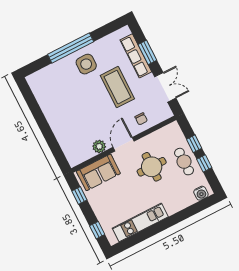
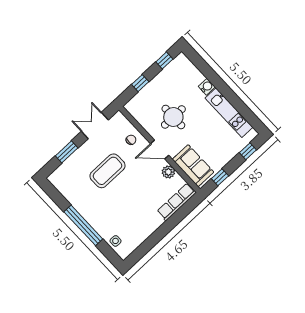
row of seats: (136, 56) -> (177, 202), moved, turned 180
side table: (86, 64) -> (116, 241), moved, width x0.54, depth x0.54
cafe table: (184, 162) -> (160, 88), removed
window: (204, 163) -> (164, 60), moved
water cooler: (201, 193) -> (207, 87), moved

